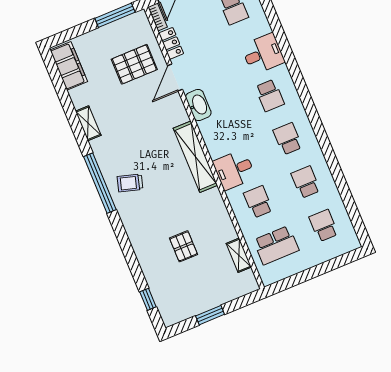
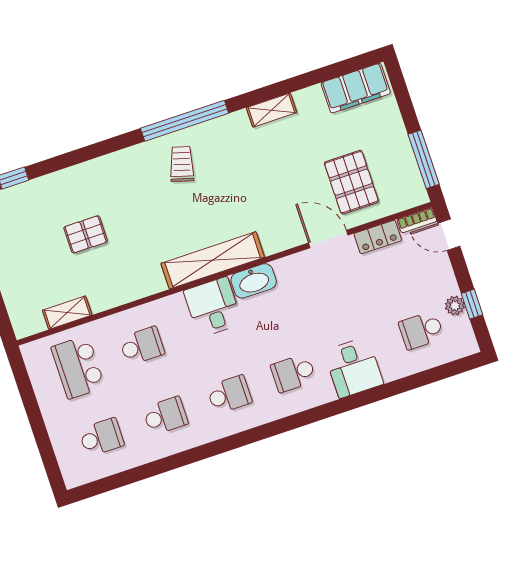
washbasin: (198, 105) -> (254, 281), moved
desk: (234, 170) -> (213, 307), moved

